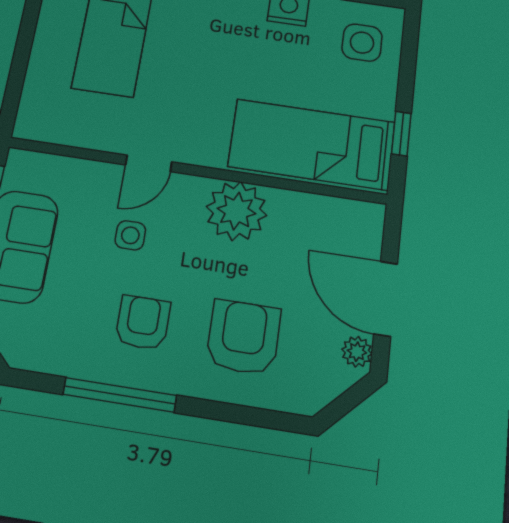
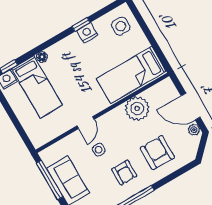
window: (401, 134) -> (157, 48), removed
plant: (236, 211) -> (137, 109), moved
armchair: (143, 323) -> (124, 172), turned 180

